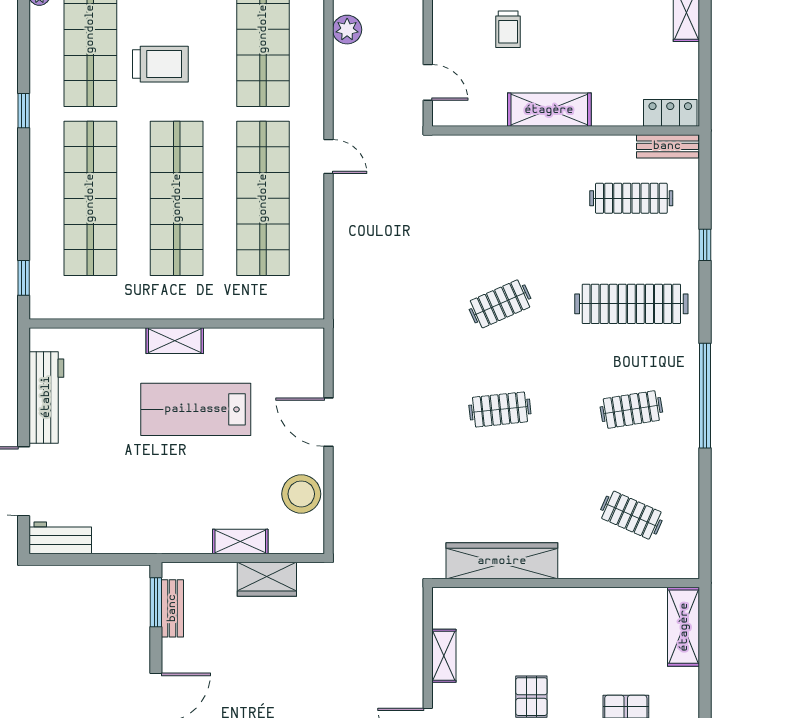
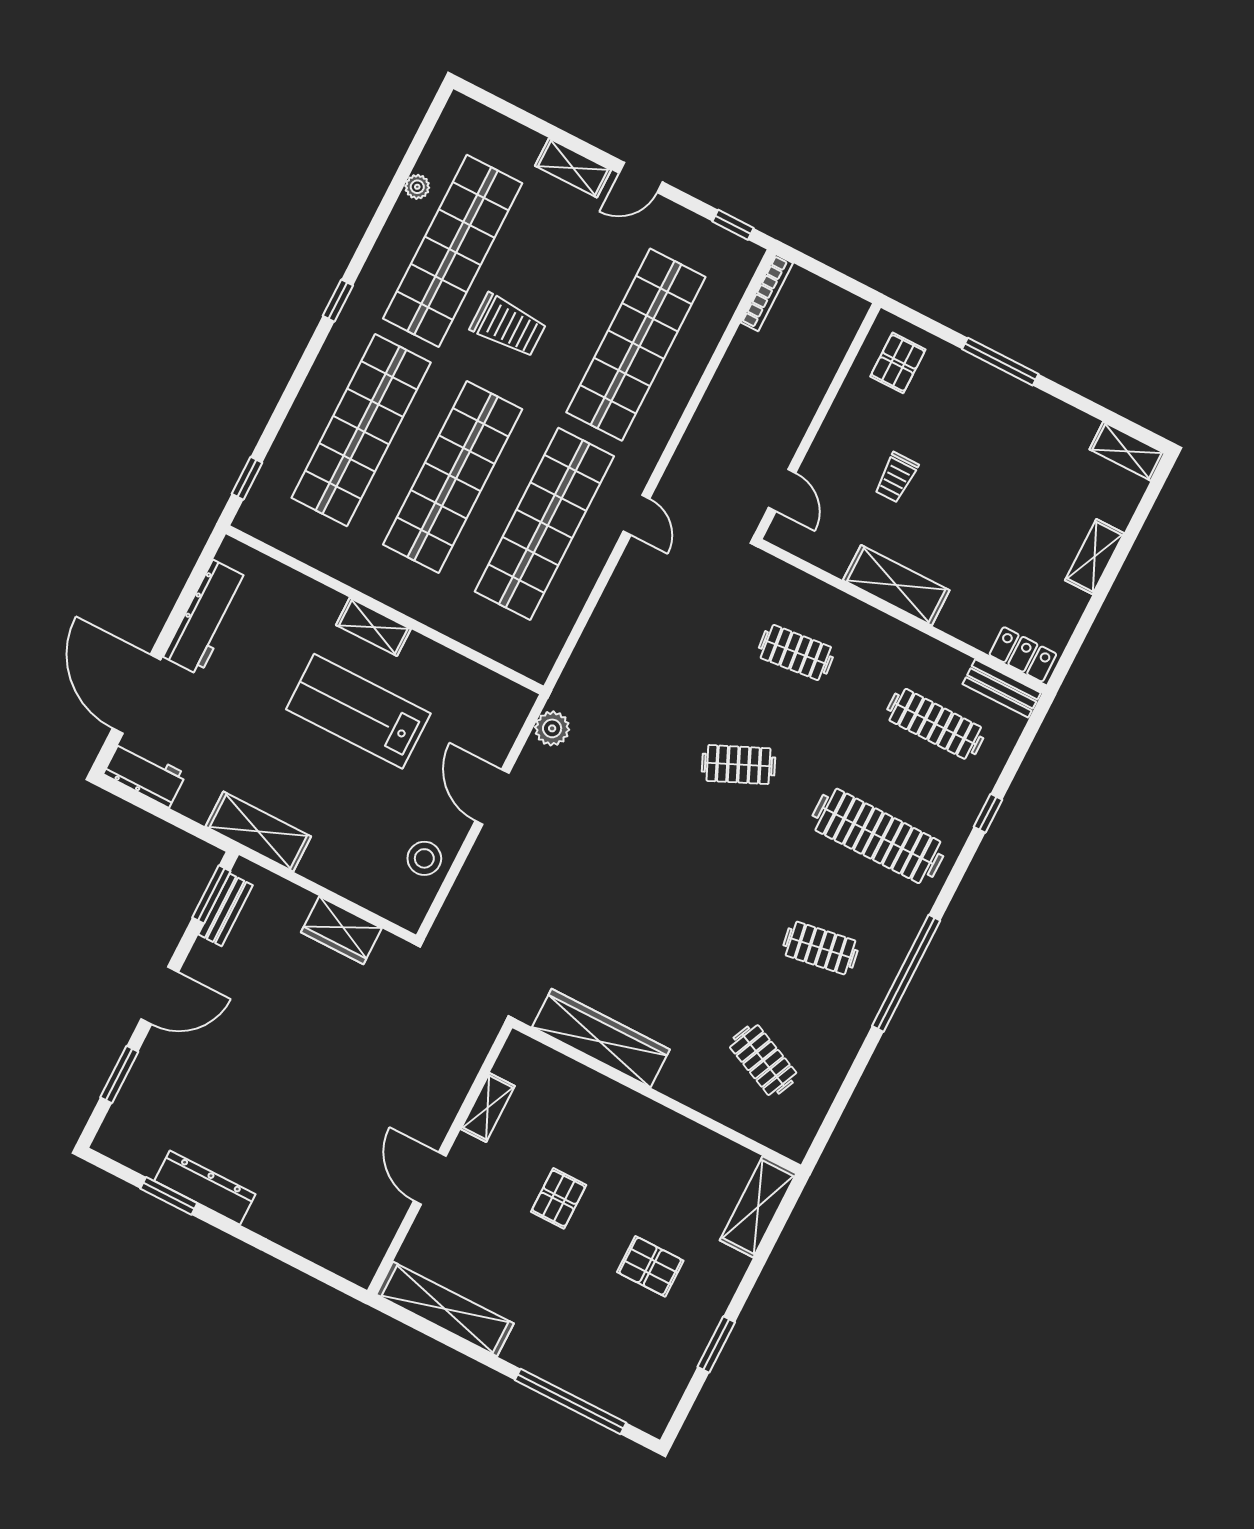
plant: (347, 30) -> (552, 728), moved
clothes rail: (500, 410) -> (796, 652), moved
stool: (301, 494) -> (424, 858), width x0.73, depth x0.73
shelving: (240, 542) -> (258, 832), moved, width x1.50, depth x1.33

